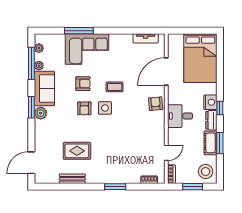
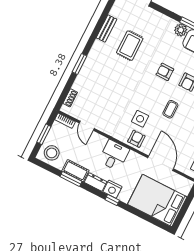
armchair: (156, 104) -> (136, 139), turned -85
side table: (105, 108) -> (140, 119), moved
window: (220, 108) -> (112, 200), moved

